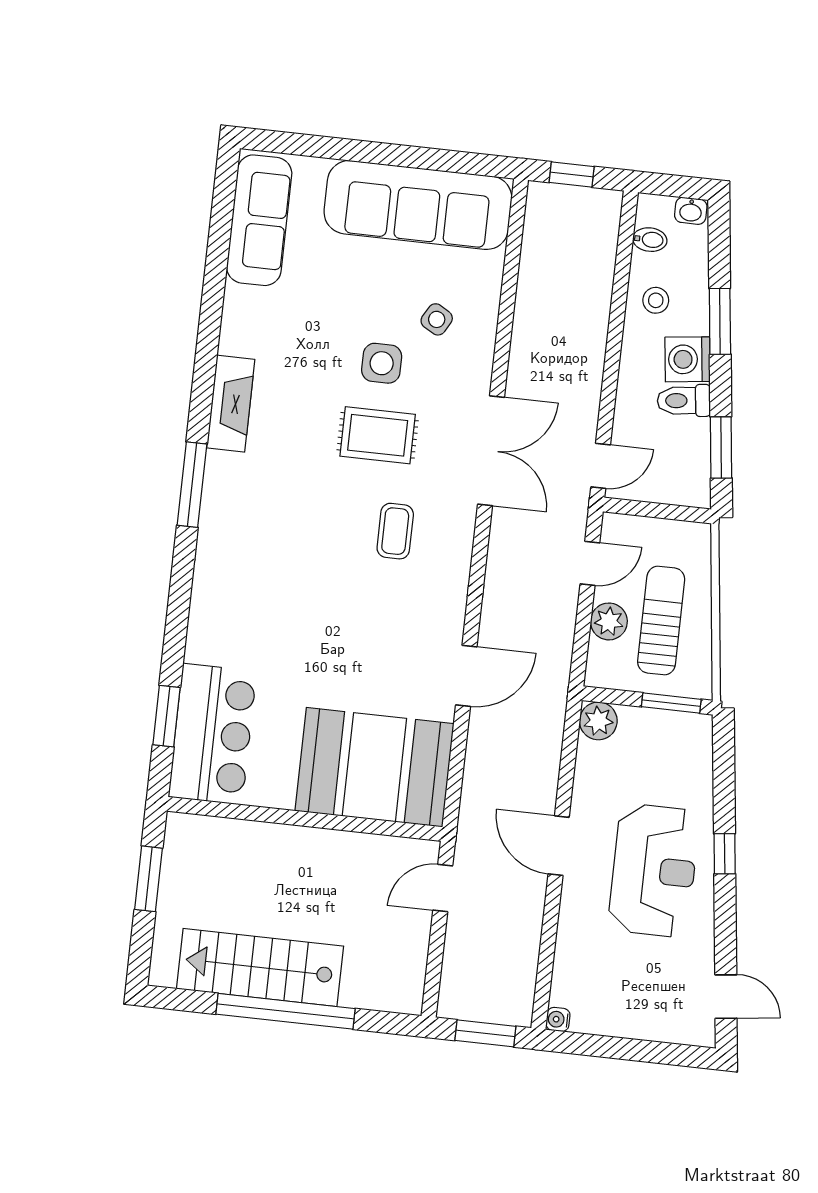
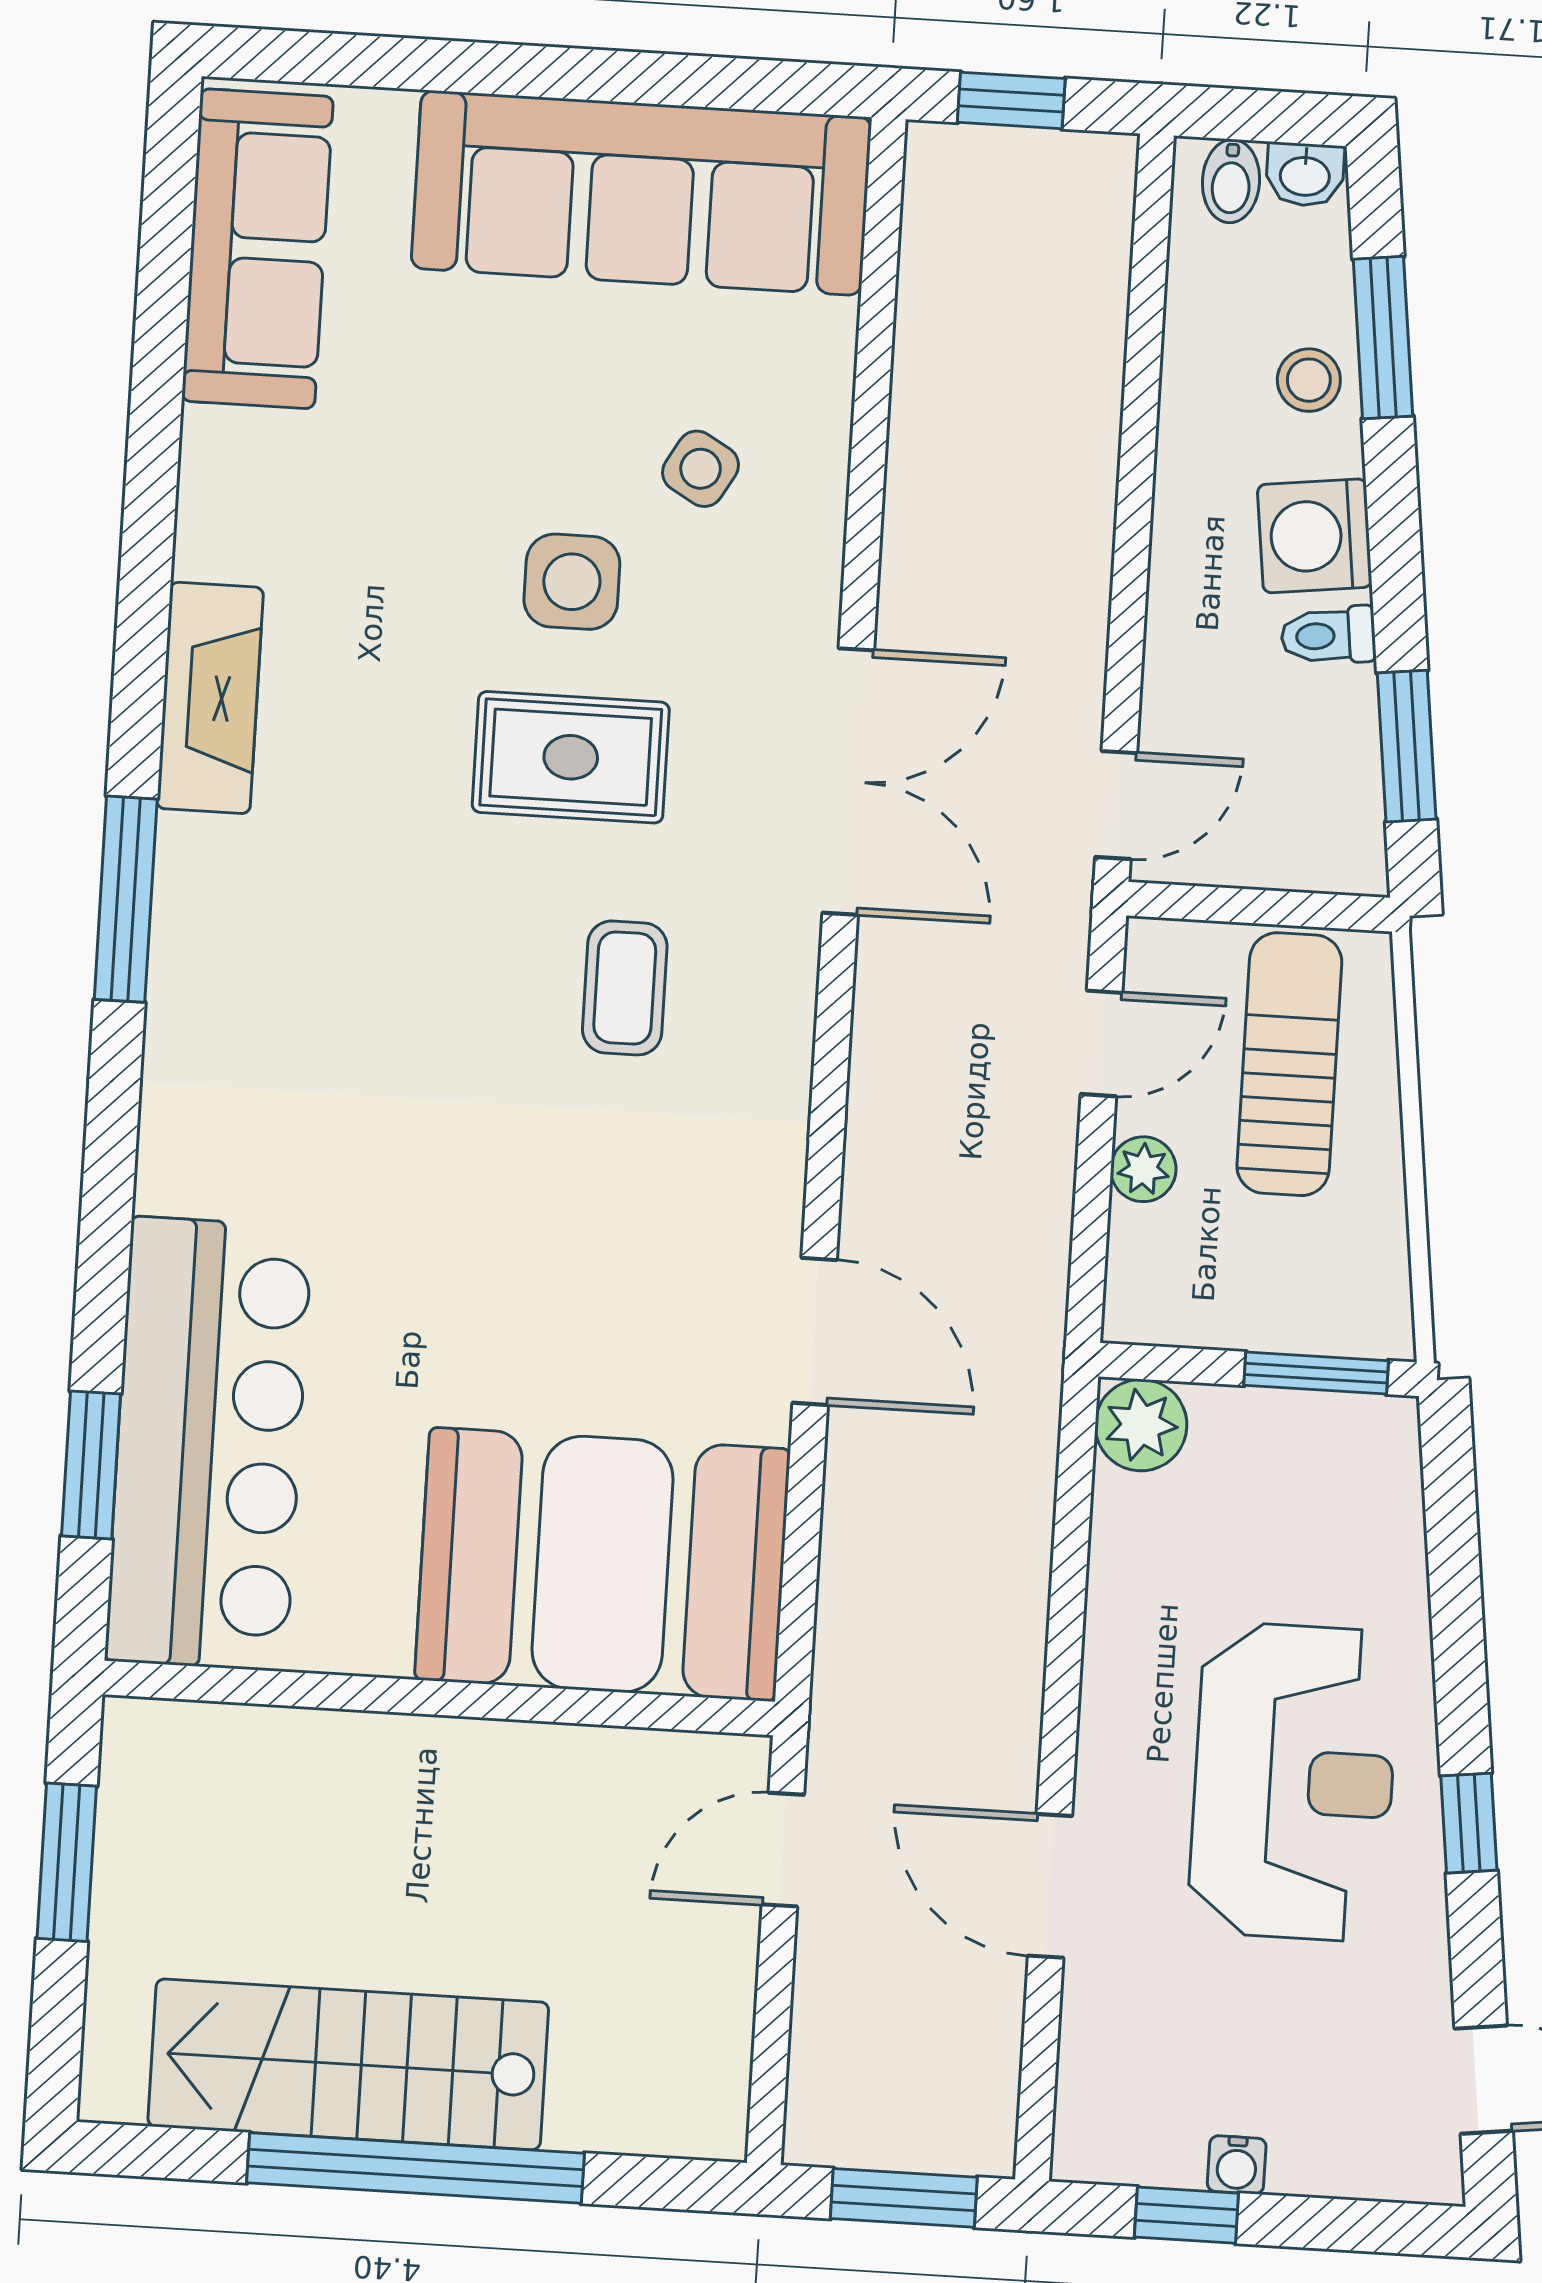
bidet: (650, 240) -> (1231, 181), moved, turned 90
stool: (656, 300) -> (1309, 380), moved
window: (720, 321) -> (1383, 338), moved
toilet: (684, 401) -> (1328, 636), width x0.73, depth x0.72
sun lounger: (661, 620) -> (1289, 1064), moved
plant: (609, 621) -> (1143, 1169), width x0.73, depth x0.73
door: (466, 676) -> (815, 1331), hinge flipped
bar counter: (213, 734) -> (209, 1444), width x1.36
door: (559, 846) -> (1050, 1886), moved
window: (725, 854) -> (1469, 1823), moved
water cooler: (558, 1019) -> (1237, 2165), moved, turned -90
window: (601, 1046) -> (1186, 2215), added

